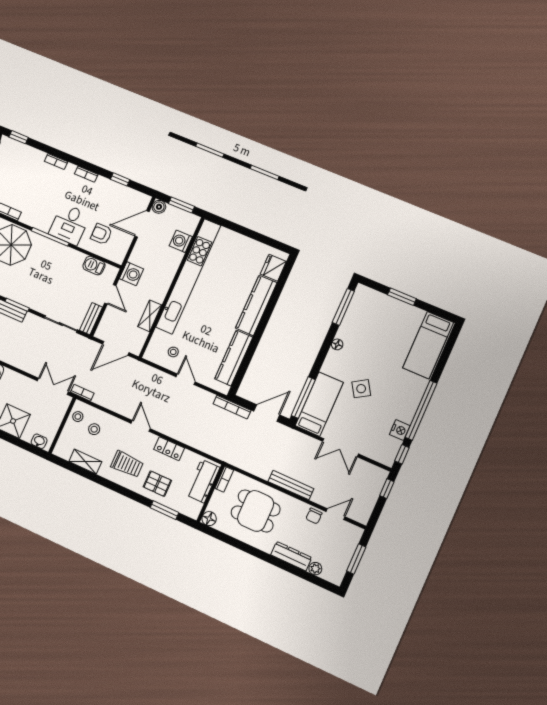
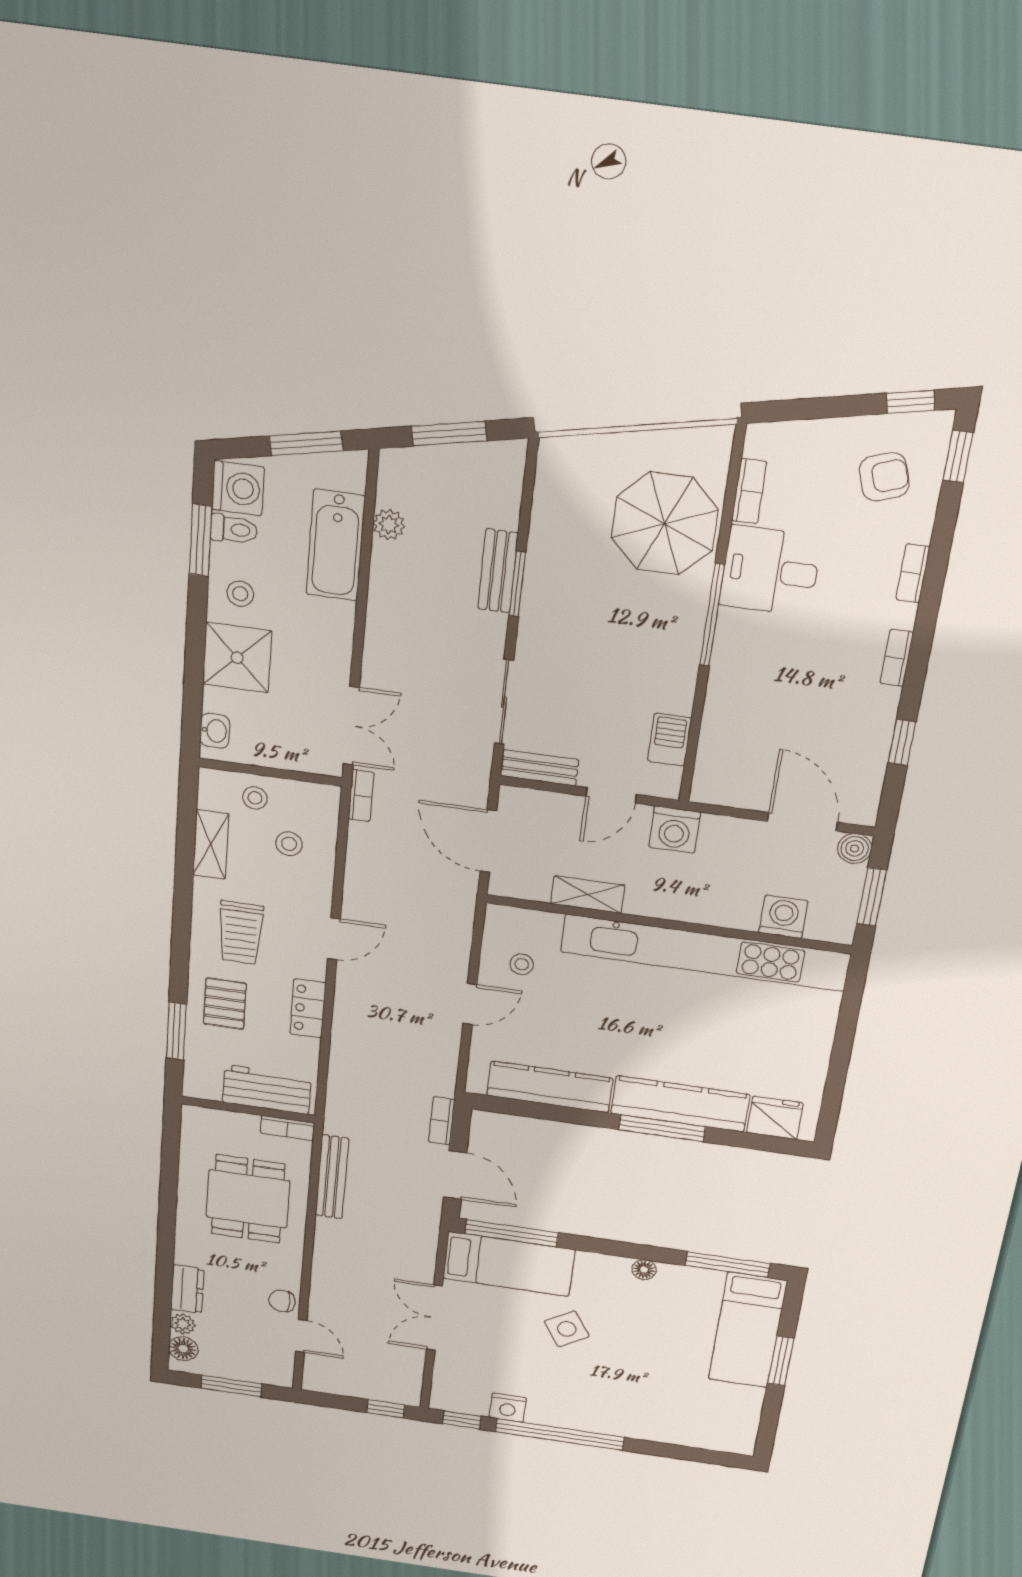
desk: (70, 224) -> (770, 571), moved
armchair: (101, 234) -> (884, 477), moved, turned 71
window: (266, 316) -> (662, 1128), added
bed: (428, 345) -> (748, 1330), moved, turned -90
bookcase: (232, 407) -> (442, 1121), width x0.64
stool: (78, 417) -> (255, 798), moved
bench: (291, 485) -> (332, 1177), moved
floor lamp: (209, 519) -> (183, 1349), moved
dresser: (291, 556) -> (187, 1289), width x0.70

